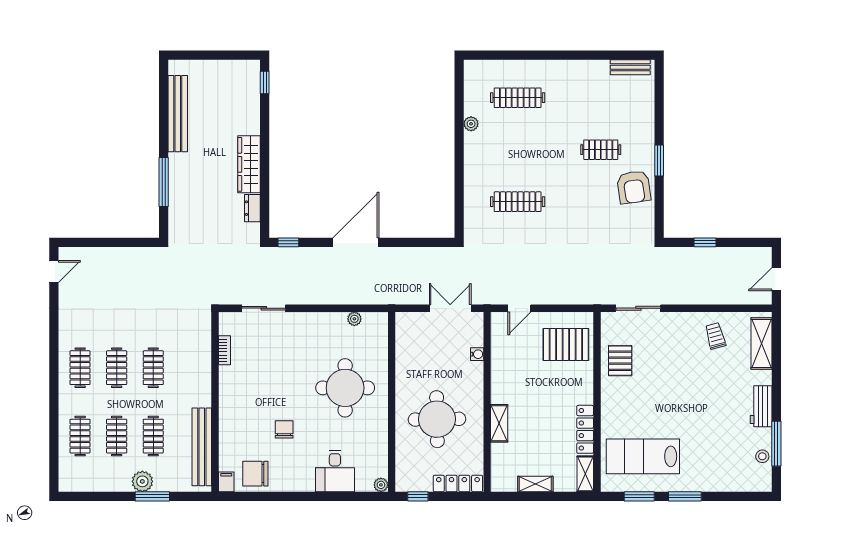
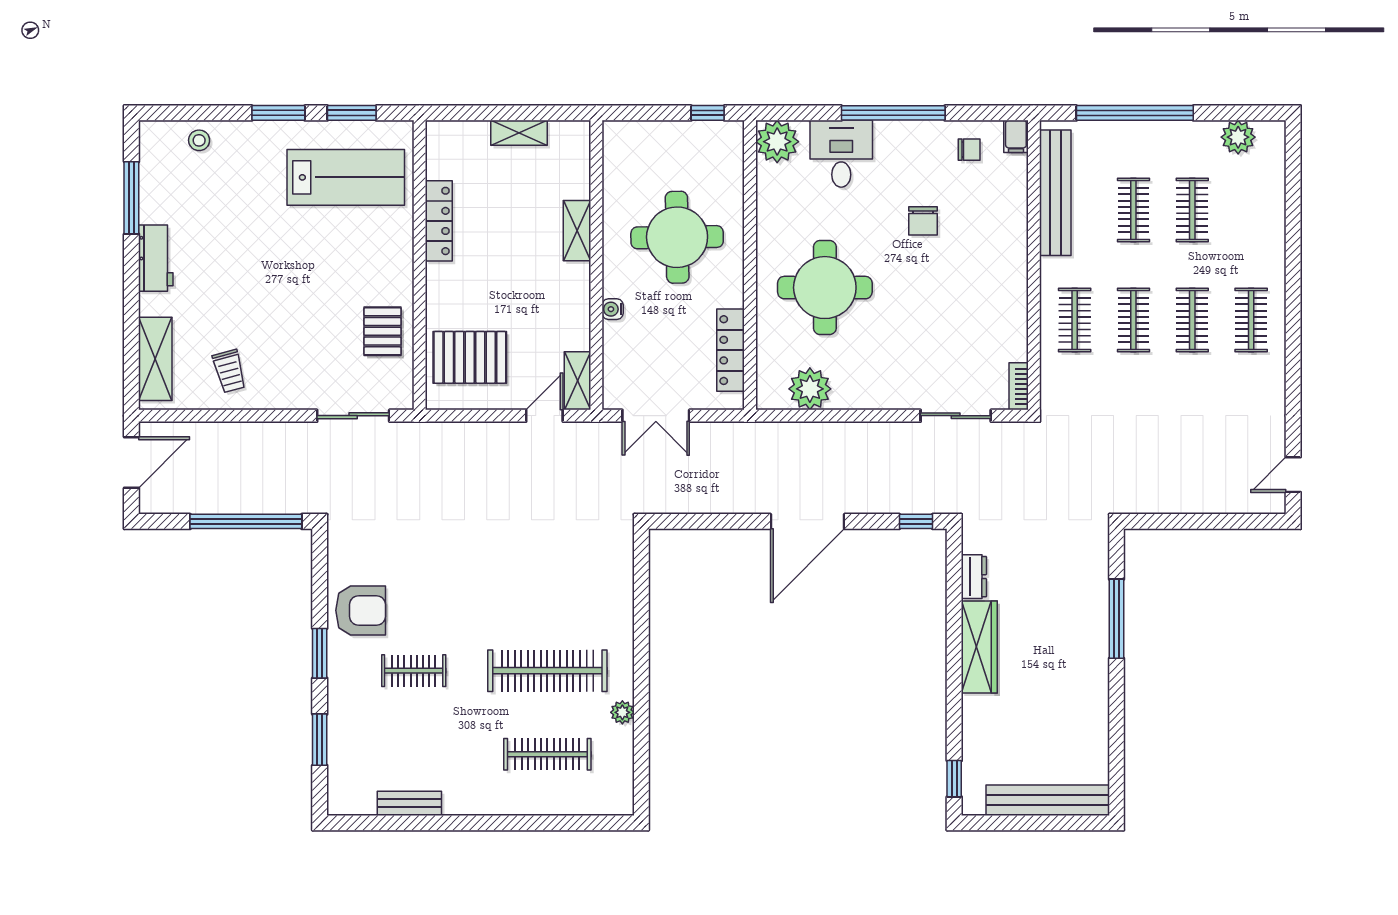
bench: (630, 67) -> (409, 803), moved
window: (659, 107) -> (320, 740), added
bench: (178, 114) -> (1048, 800), moved, turned 90
armchair: (634, 187) -> (361, 610), turned 98
clothes rail: (518, 202) -> (547, 671), moved, width x1.37, depth x1.31
window: (705, 242) -> (246, 521), width x3.17
door: (776, 279) -> (131, 462), width x1.38
plant: (354, 319) -> (810, 389), width x1.87, depth x1.87
bookcase: (225, 350) -> (1019, 386), moved
water cooler: (477, 354) -> (613, 309), moved
clothes rail: (80, 436) -> (1075, 320), moved
stool: (762, 456) -> (199, 140), moved
chair: (255, 474) -> (969, 150), width x0.54, depth x0.54
shelving: (585, 474) -> (578, 381), moved
plant: (142, 481) -> (1238, 137), moved
locker: (458, 483) -> (731, 350), moved, turned 90
plant: (381, 485) -> (777, 142), width x1.88, depth x1.88
window: (152, 496) -> (1135, 113), width x2.11
window: (303, 496) -> (893, 113), added

